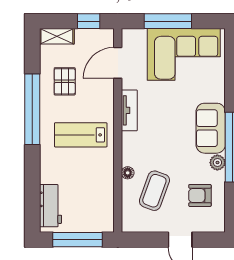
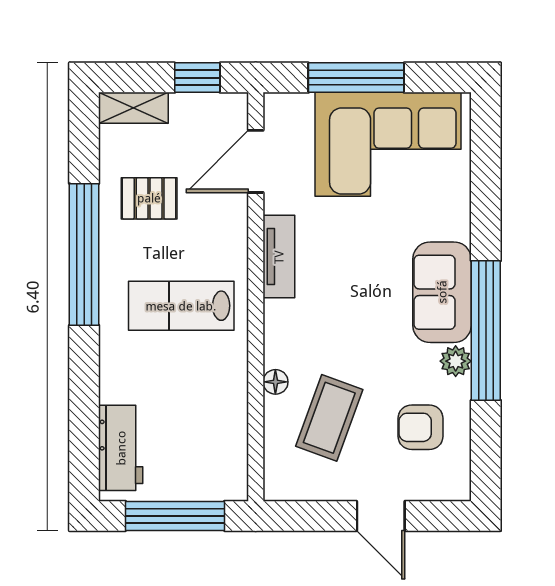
pallet: (65, 81) -> (149, 198), turned 90

